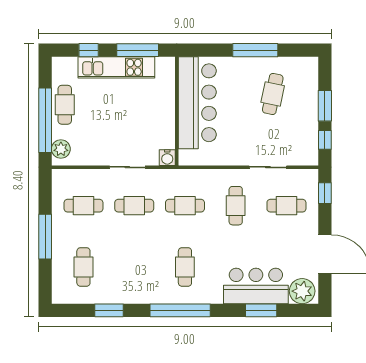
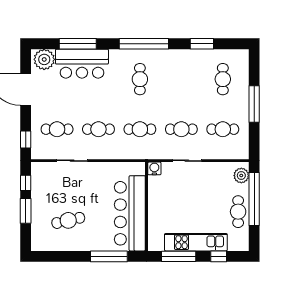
window: (255, 50) -> (109, 256), moved
cafe table: (273, 94) -> (68, 220), turned 65
cafe table: (236, 206) -> (98, 129), turned 90
window: (261, 310) -> (78, 44), width x1.44

